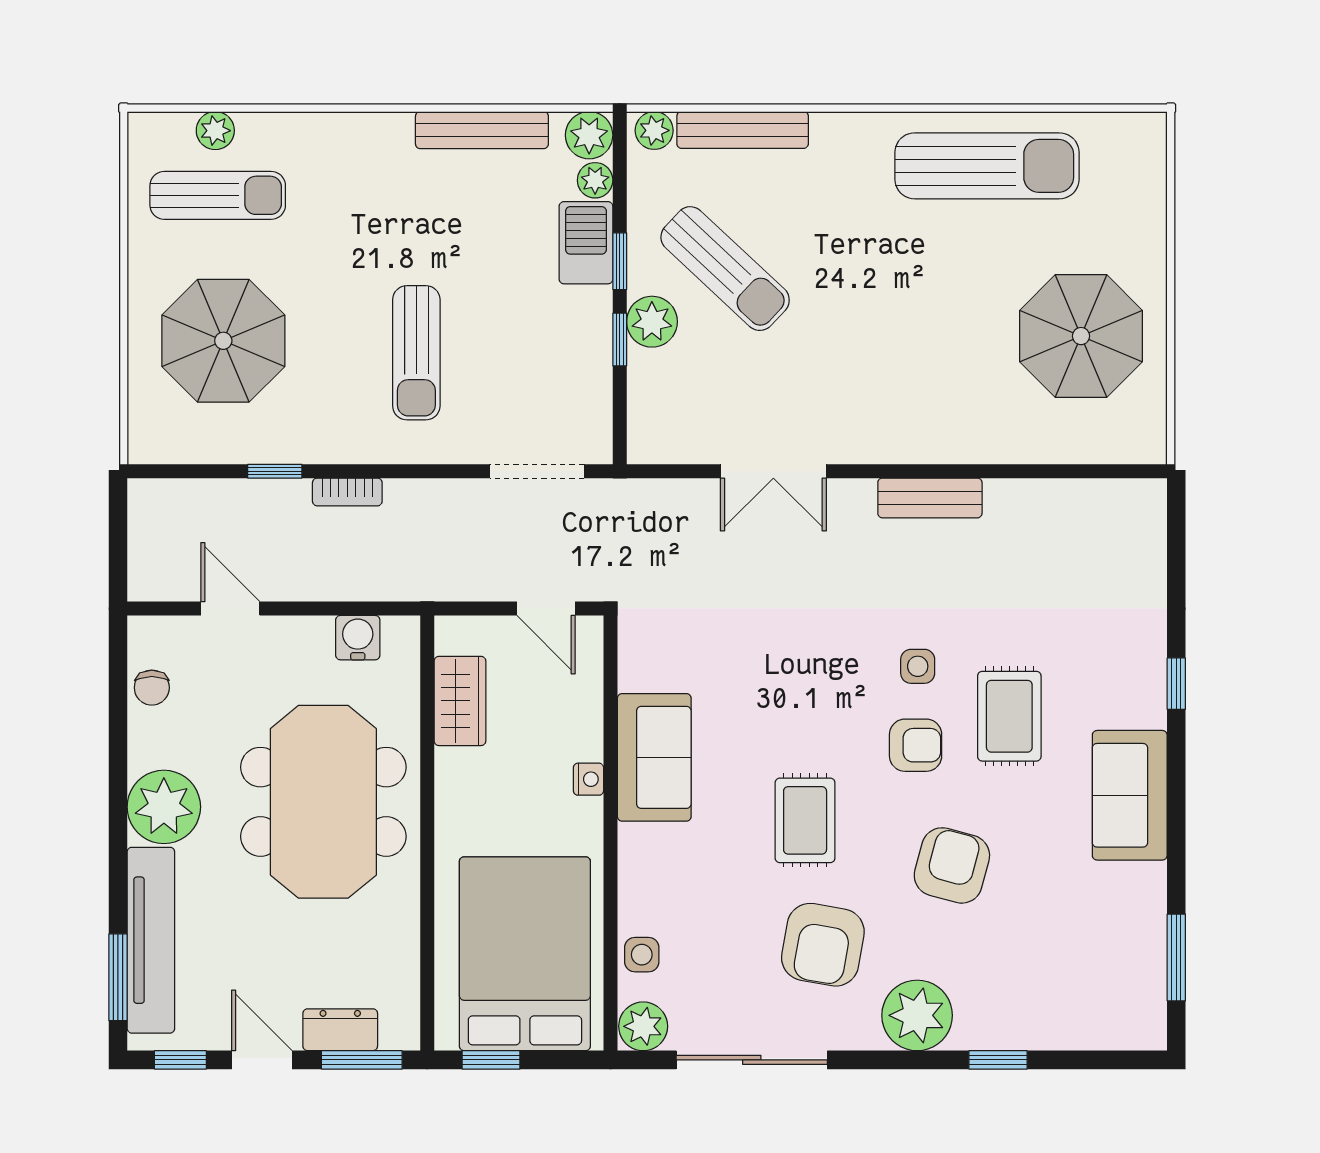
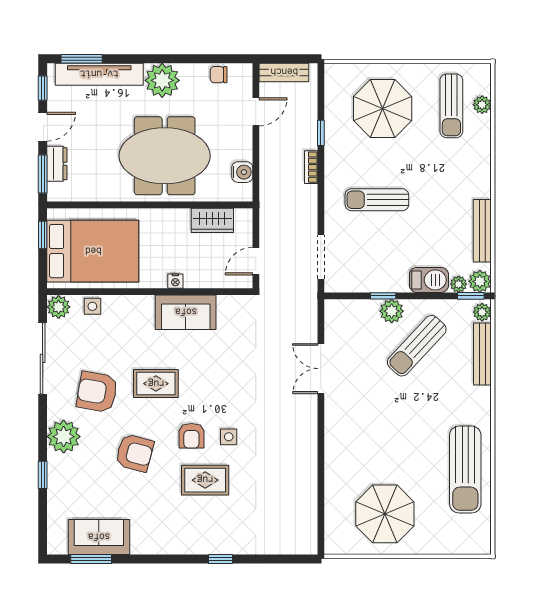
window: (620, 261) -> (471, 296), moved
bench: (930, 498) -> (284, 72), moved, turned 90
sofa: (1130, 795) -> (99, 537), moved

